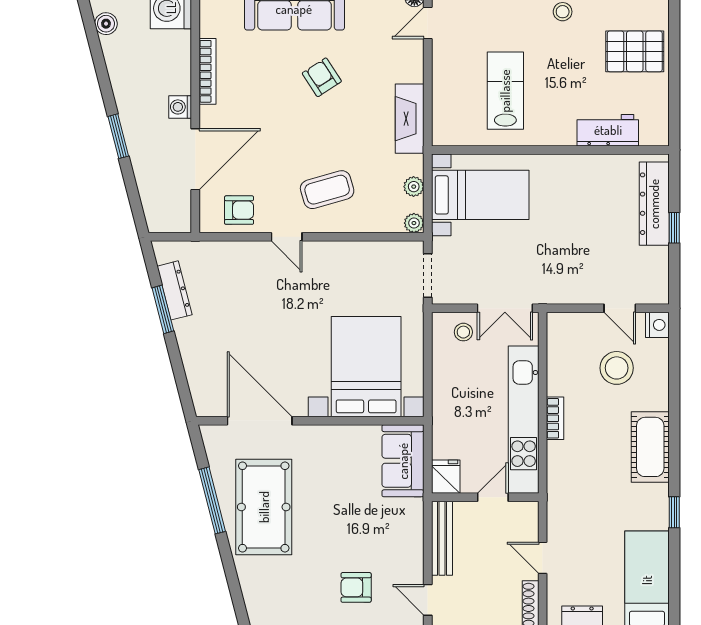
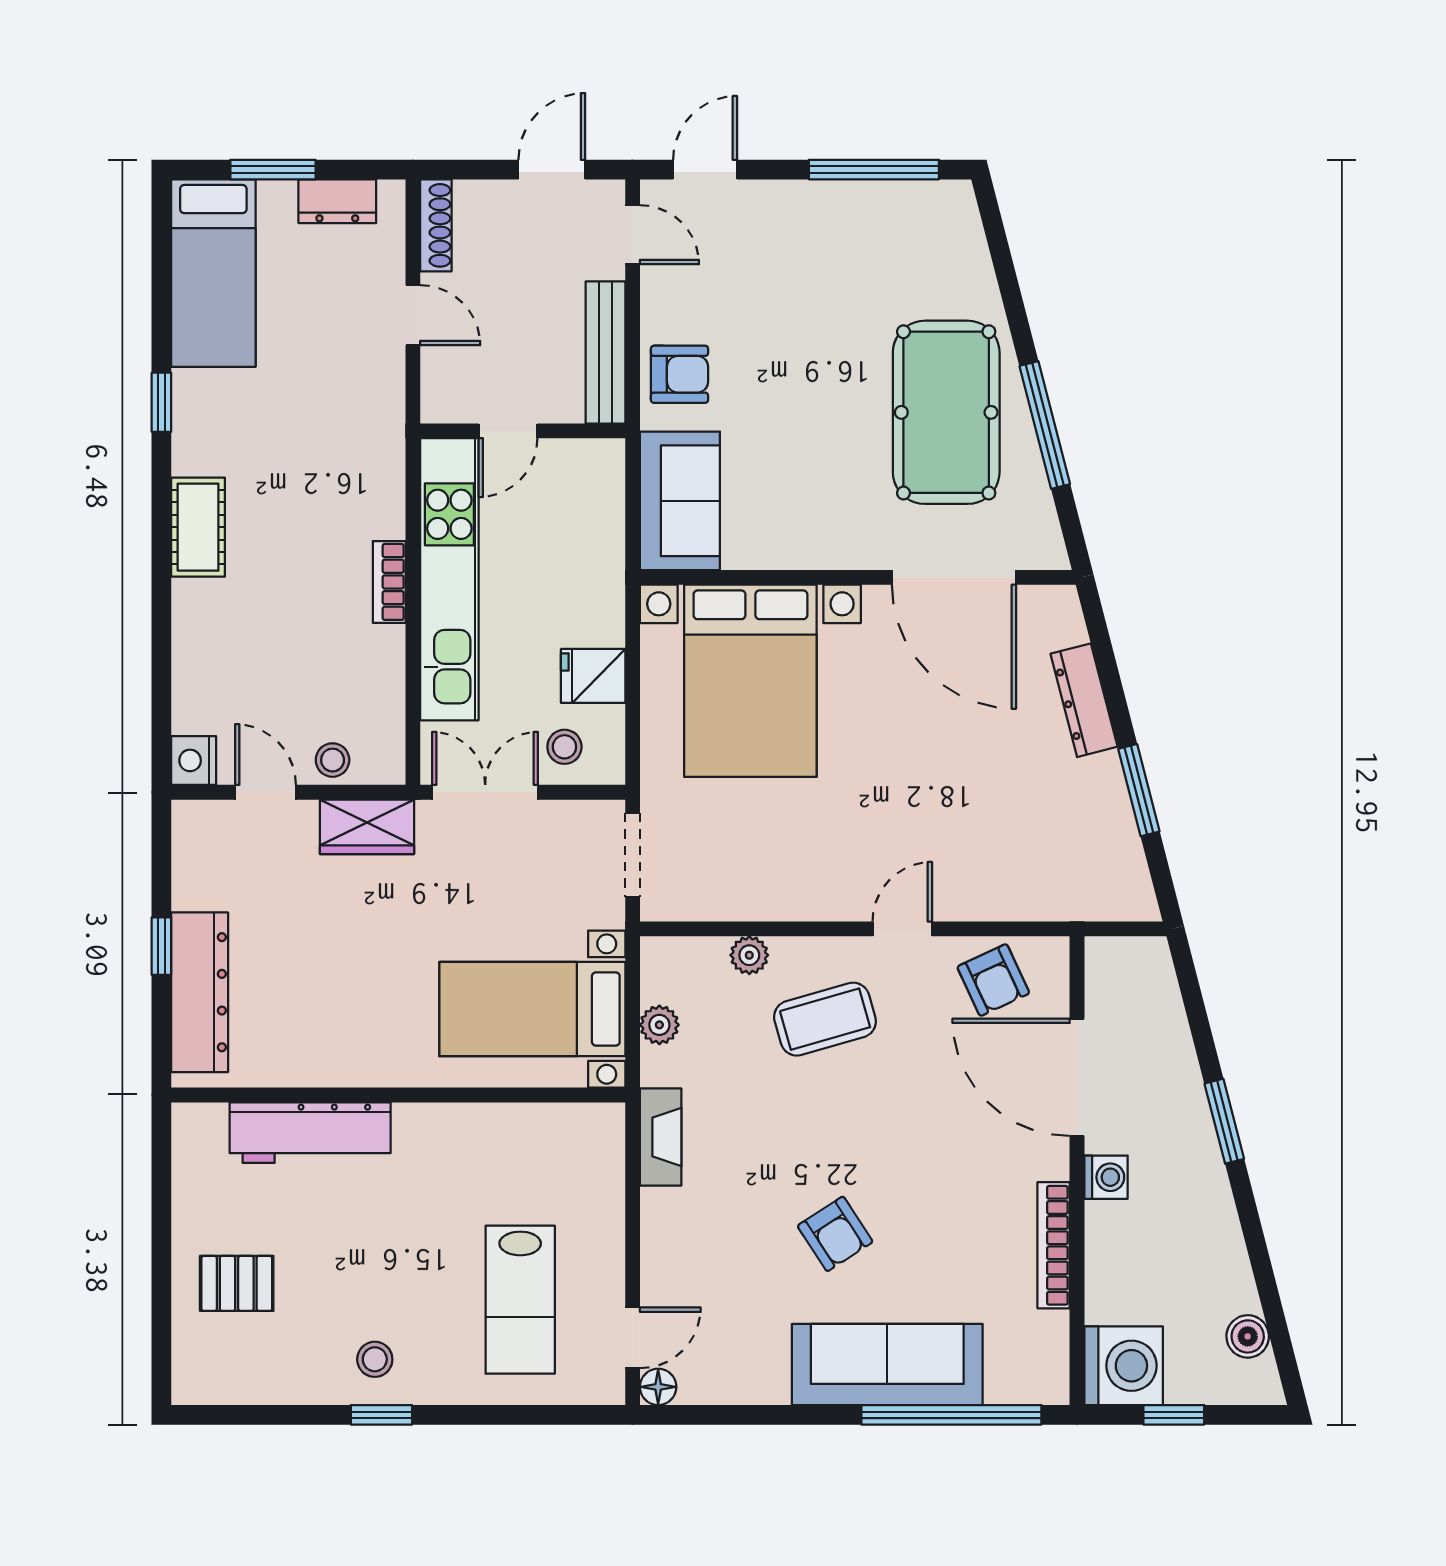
pallet: (635, 51) -> (237, 1283), width x0.67, depth x0.71
lab bench: (505, 91) -> (520, 1300), moved
fireplace: (410, 119) -> (661, 1137), width x0.73, depth x0.76
workbench: (608, 130) -> (310, 1133), width x1.38
door: (195, 159) -> (1077, 1077), hinge flipped
armchair: (239, 210) -> (993, 980), turned -115
plant: (414, 223) -> (749, 955), moved
door: (287, 237) -> (902, 929), hinge flipped
dresser: (175, 290) -> (1084, 700), moved
wardrobe: (567, 290) -> (367, 827), added
stool: (617, 368) -> (333, 760), moved, width x0.53, depth x0.53
cot: (650, 447) -> (198, 527), width x0.73, depth x0.75
fridge: (446, 477) -> (593, 676), moved, turned 90
armchair: (356, 587) -> (680, 374), moved

